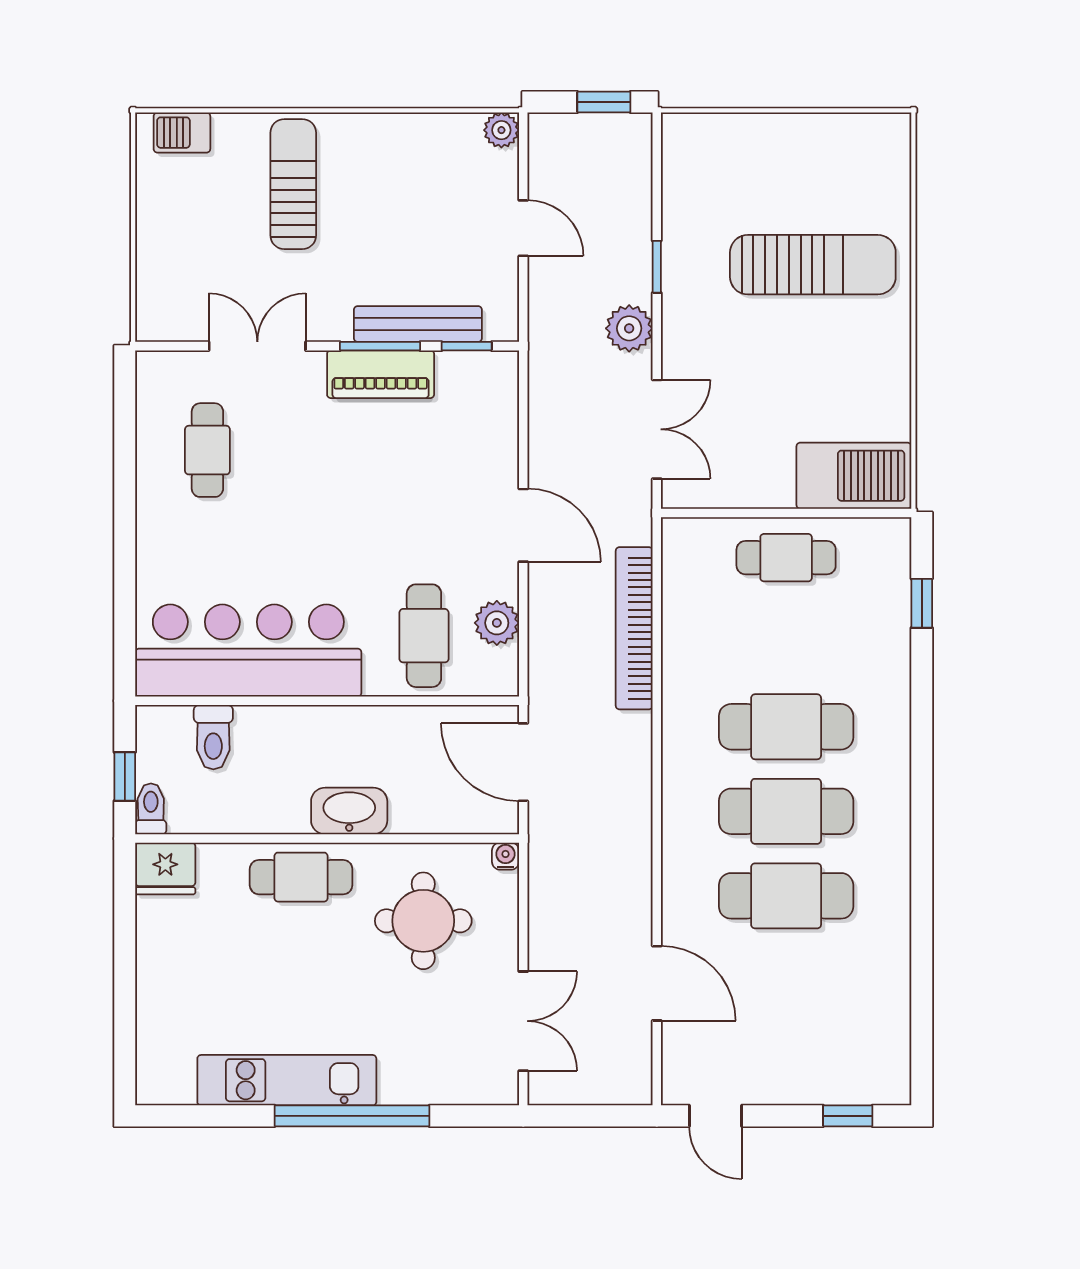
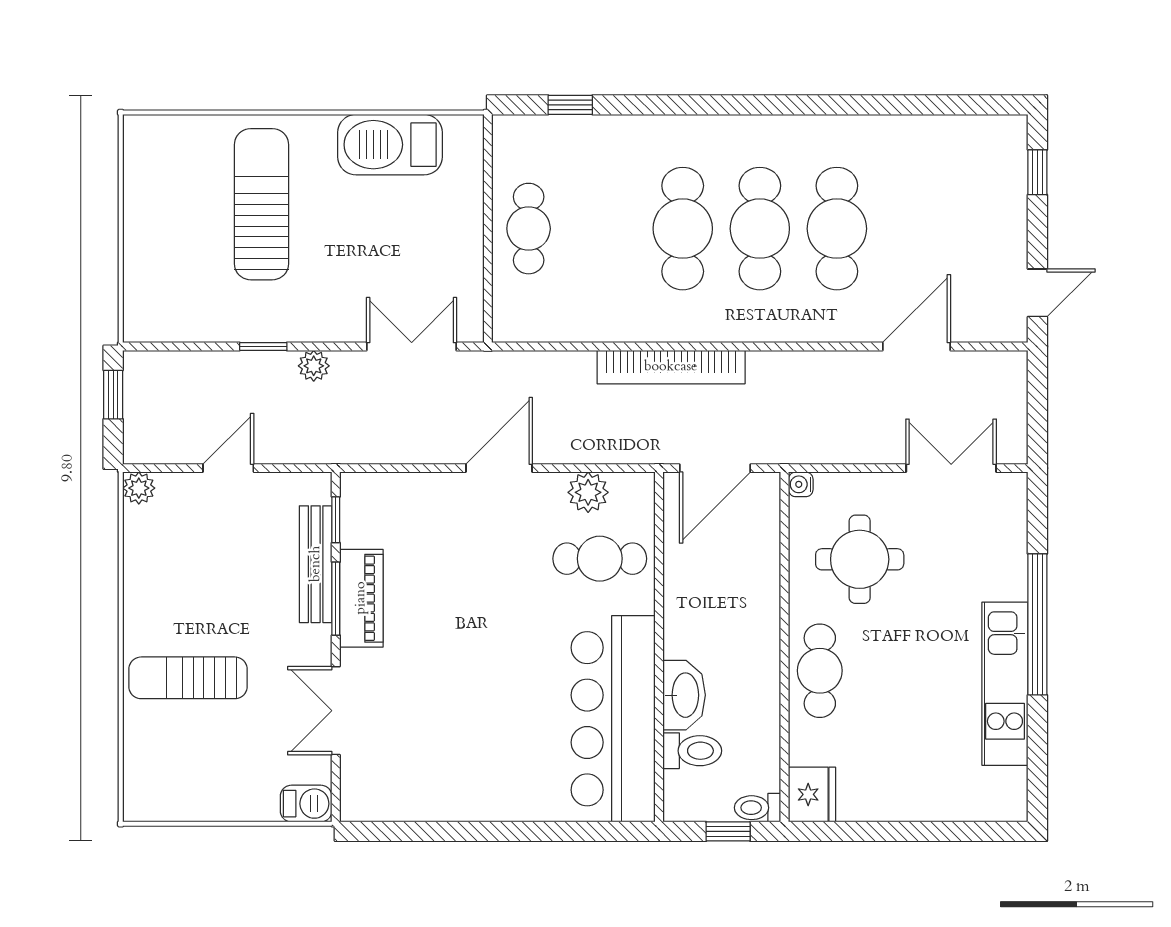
barbecue: (182, 133) -> (306, 804), moved, turned -90
plant: (629, 328) -> (314, 366), width x0.73, depth x0.73
cafe table: (207, 450) -> (431, 756), removed
barbecue: (854, 476) -> (390, 145), moved, turned -90
bookcase: (634, 628) -> (671, 367), moved
washbasin: (349, 811) -> (684, 695), moved, turned 180

